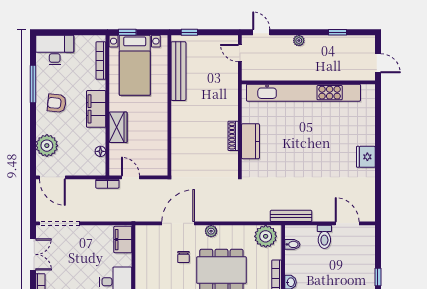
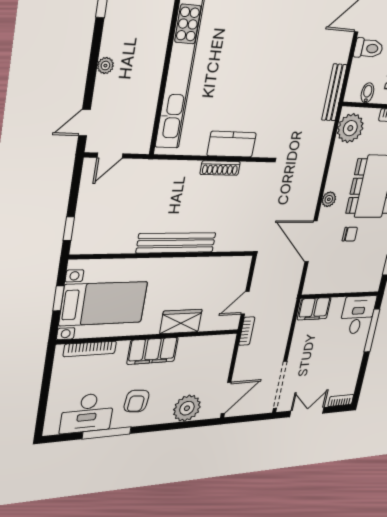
window: (127, 32) -> (58, 298), moved
desk: (55, 50) -> (87, 413), moved, turned -90
bench: (178, 71) -> (176, 243), moved
floor lamp: (100, 151) -> (207, 342), removed

